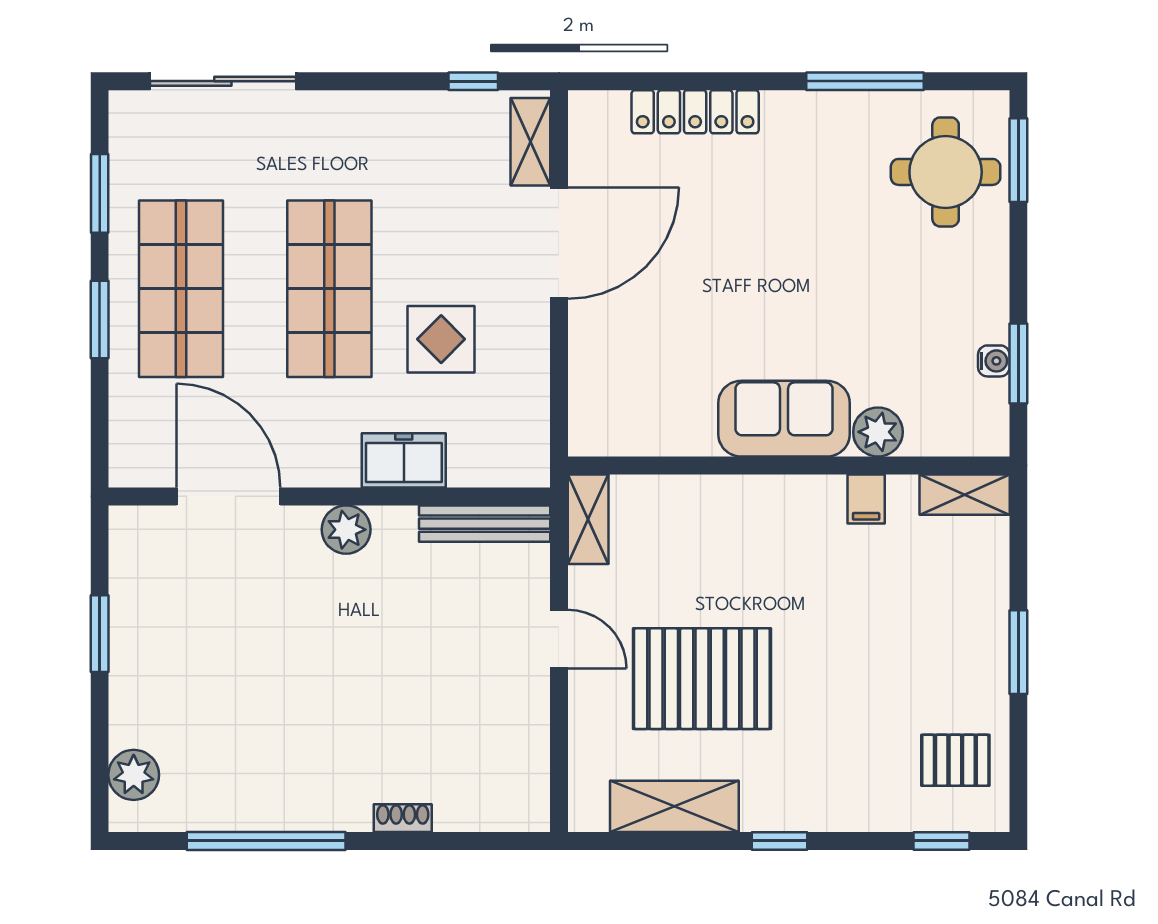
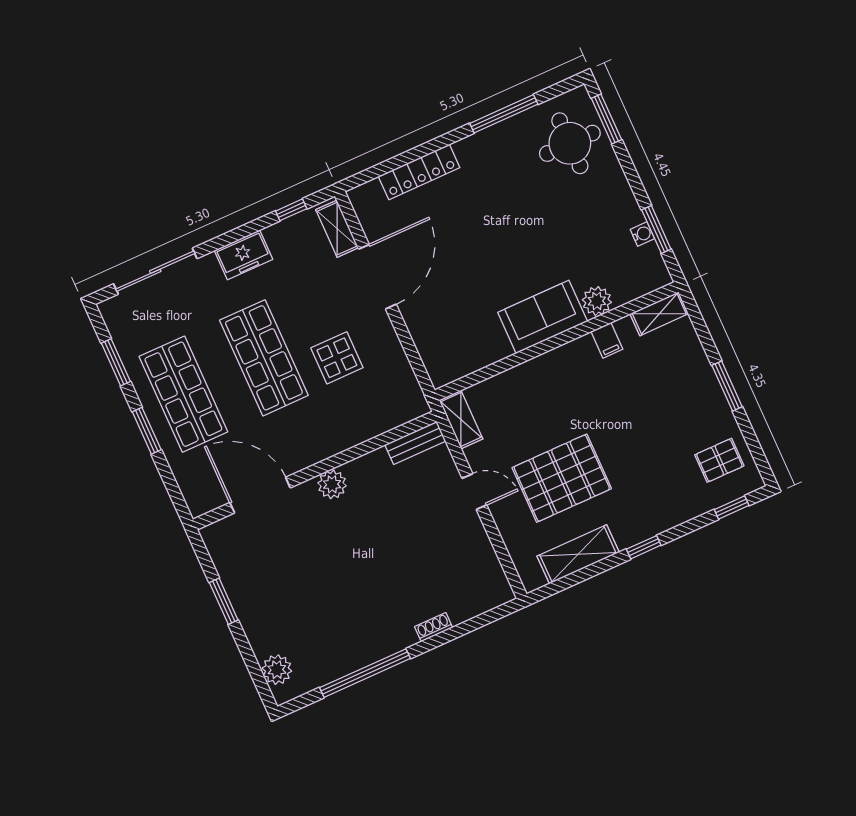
freezer: (404, 460) -> (243, 255), moved, turned 180
bench: (485, 524) -> (415, 443), width x0.73

